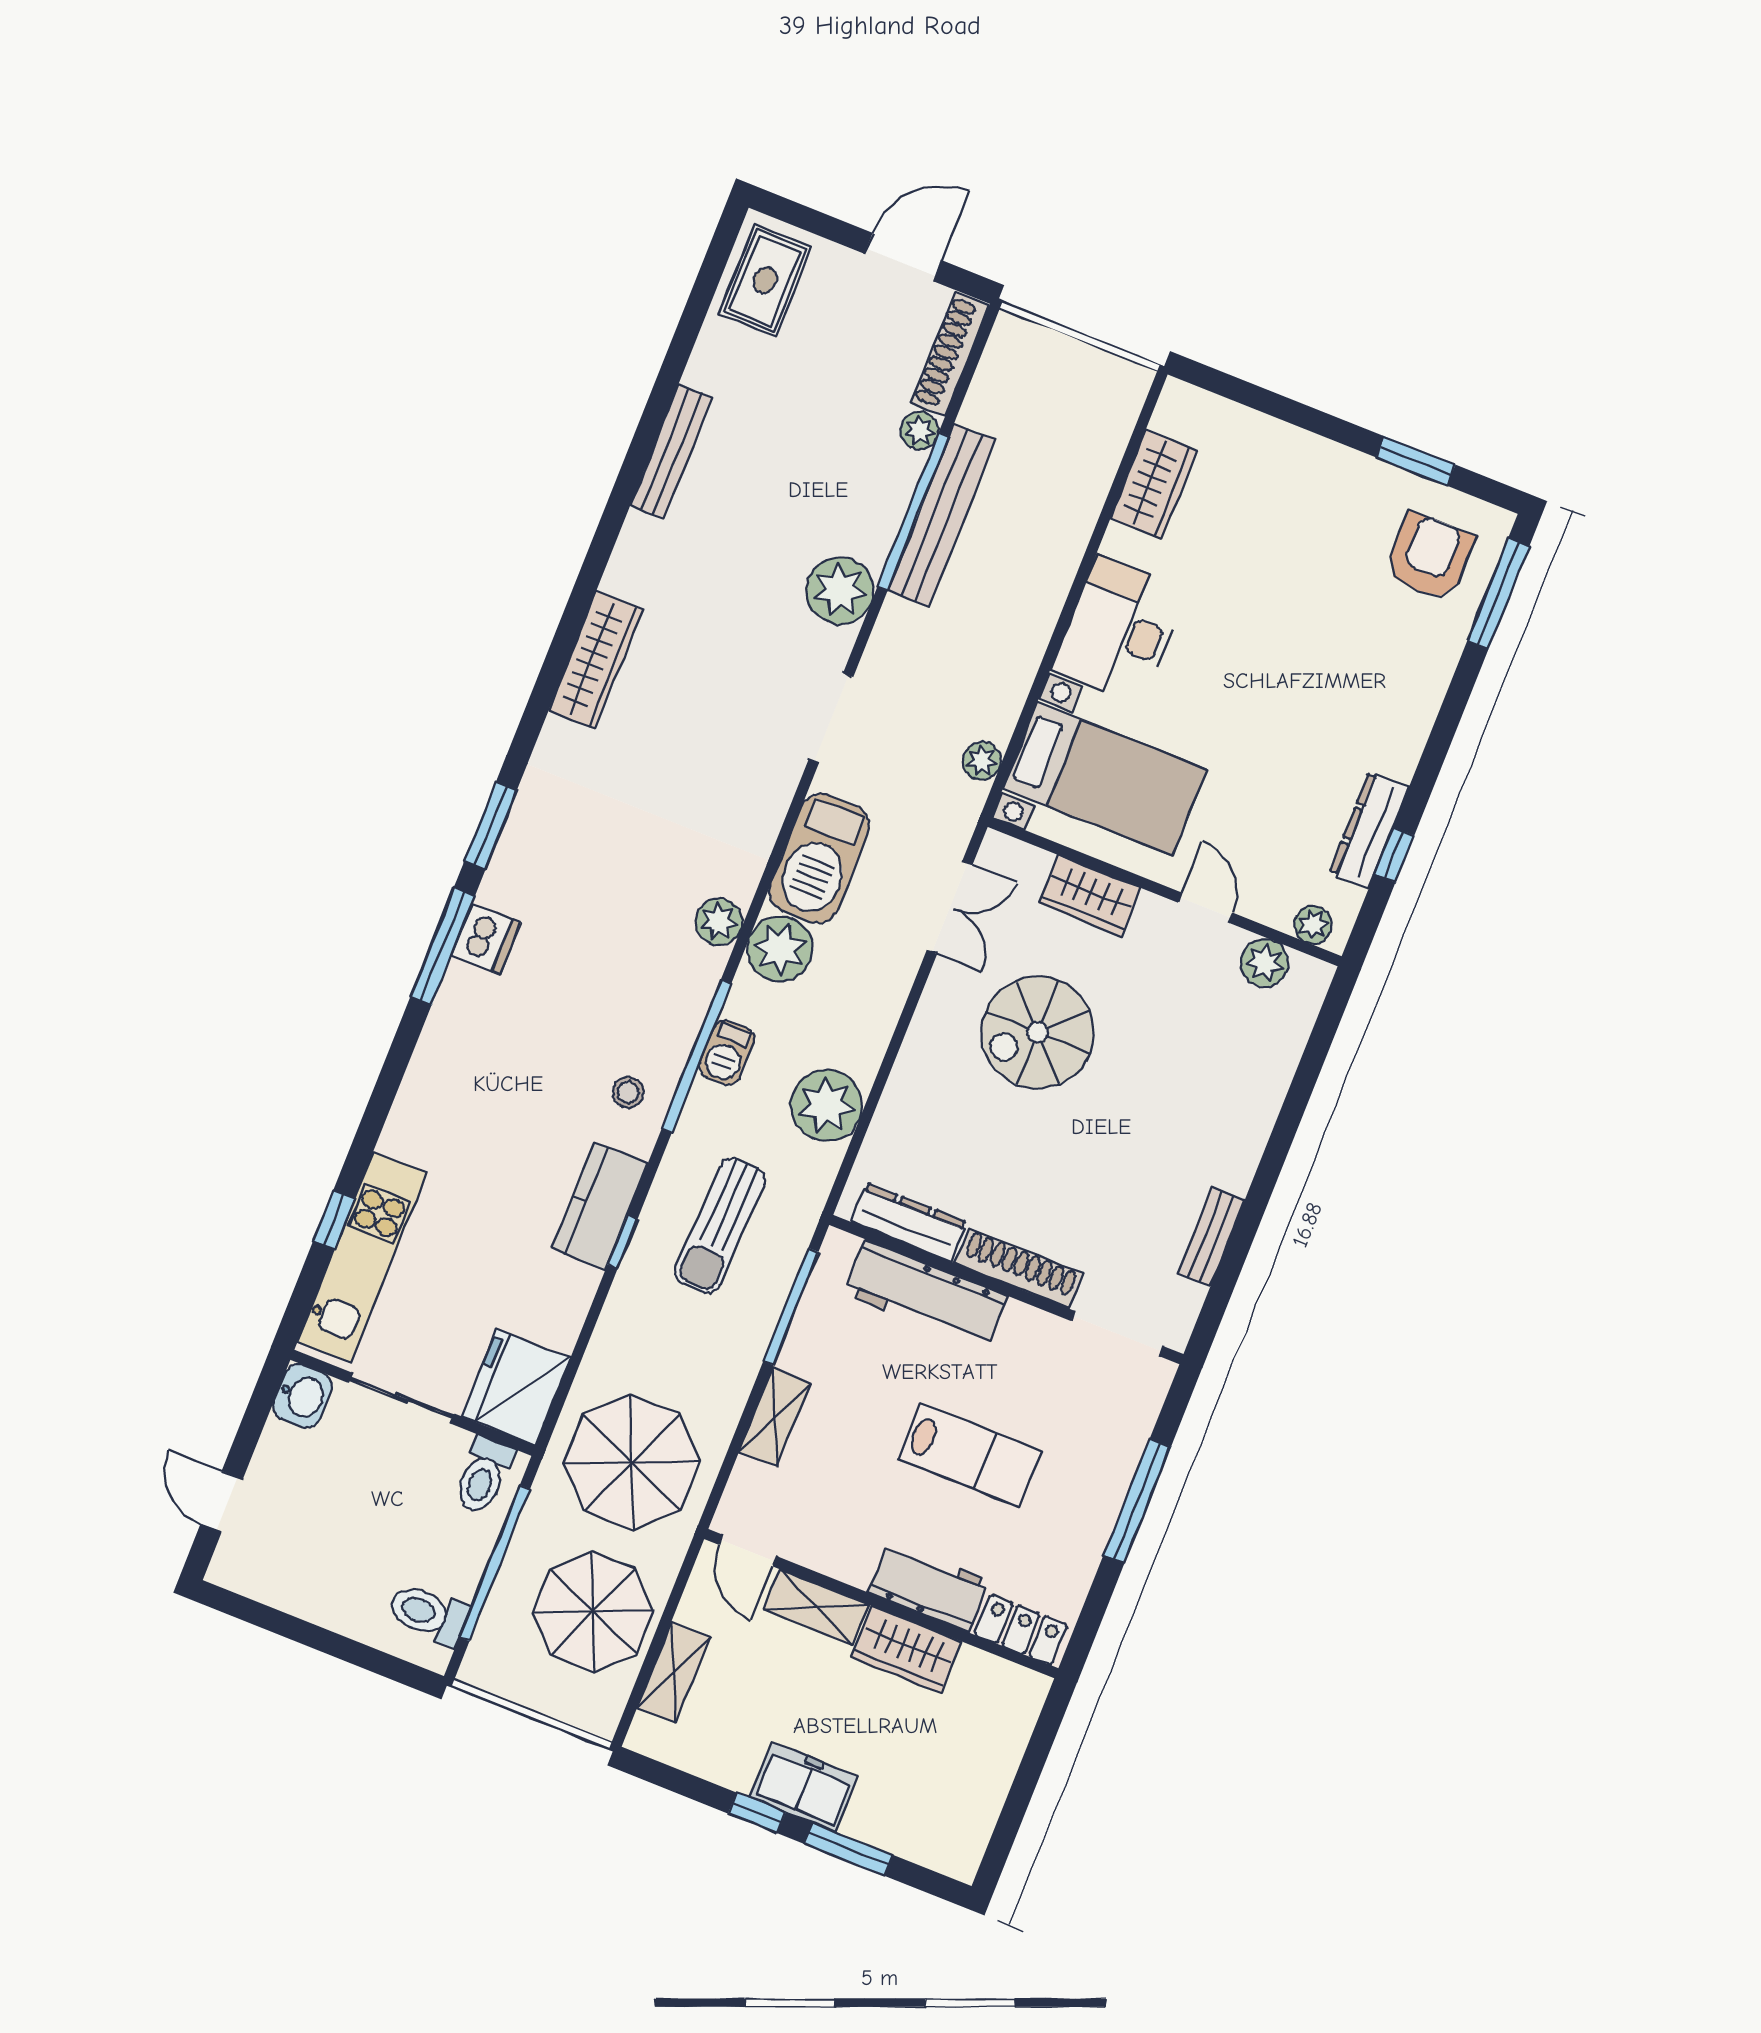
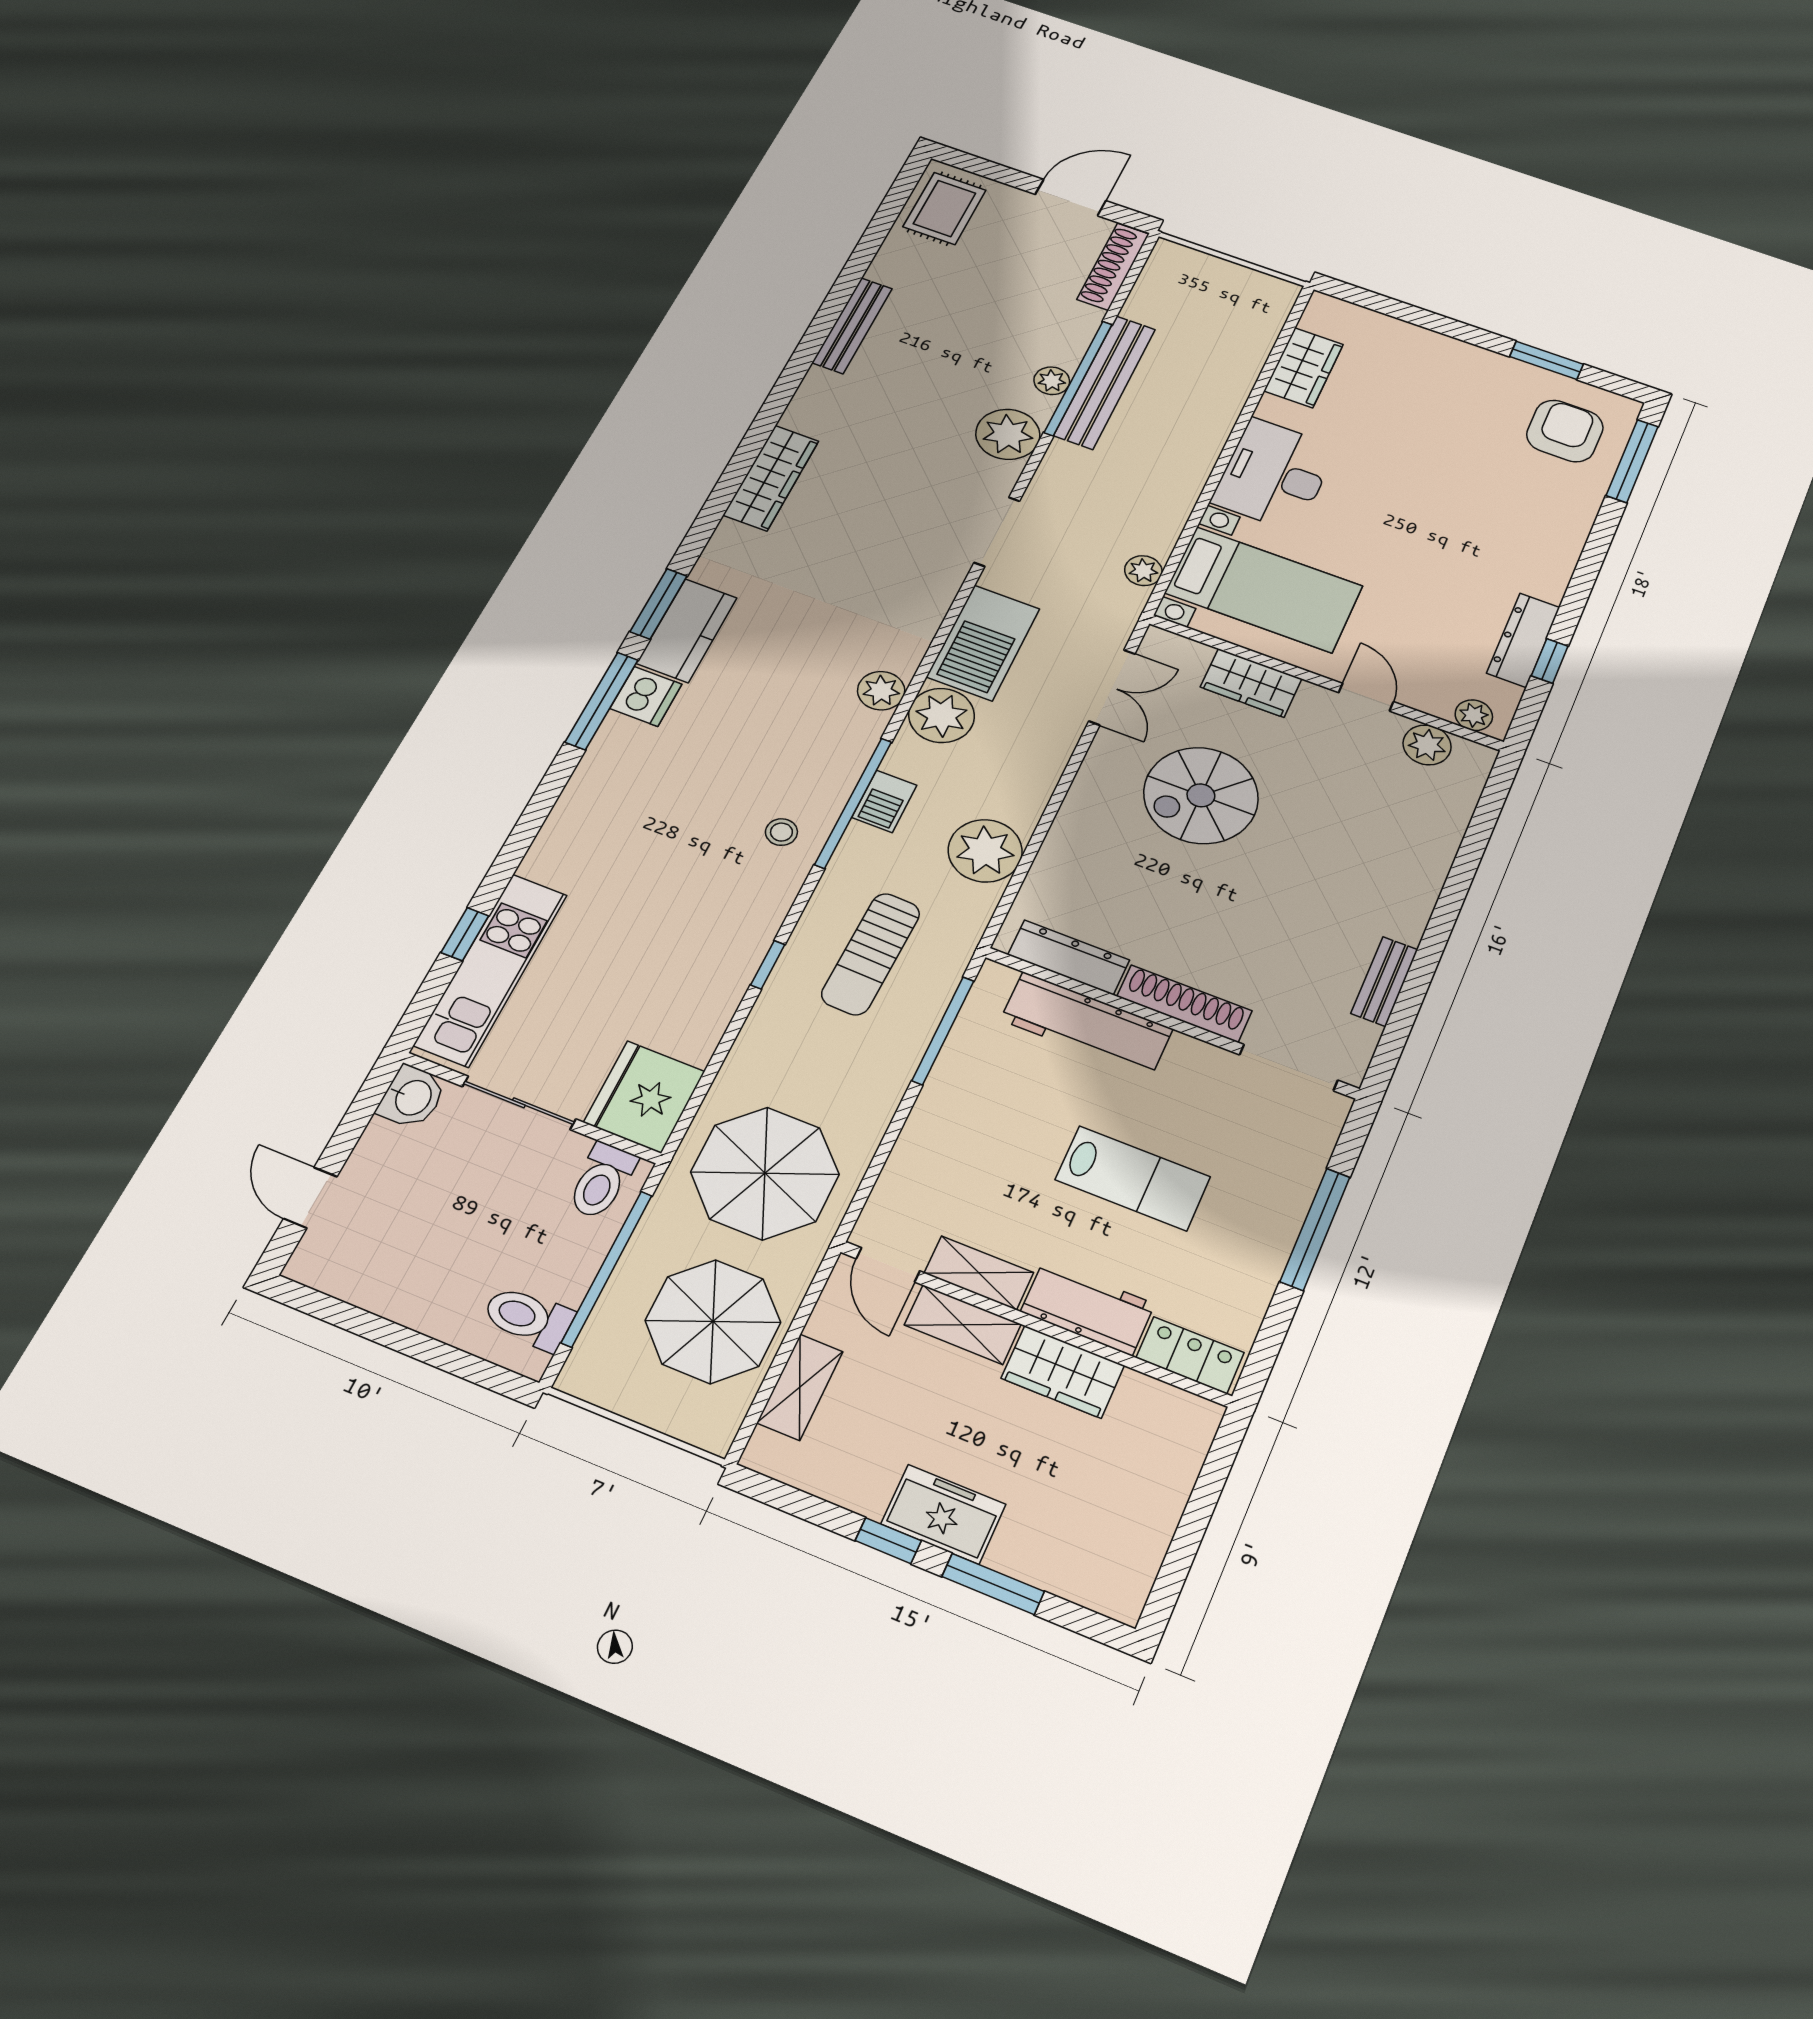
plant: (919, 430) -> (1052, 381), moved
kitchen counter: (600, 1206) -> (687, 630), moved, turned 180
shelving: (775, 1417) -> (979, 1273), moved, turned 90

